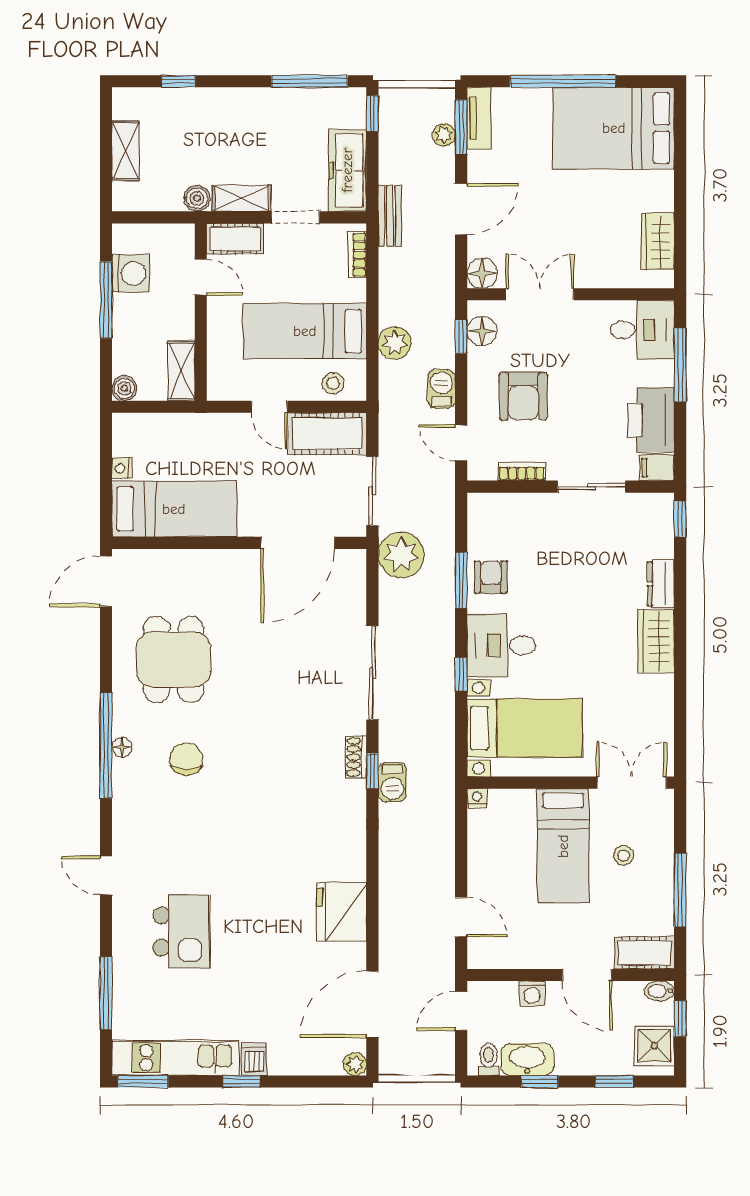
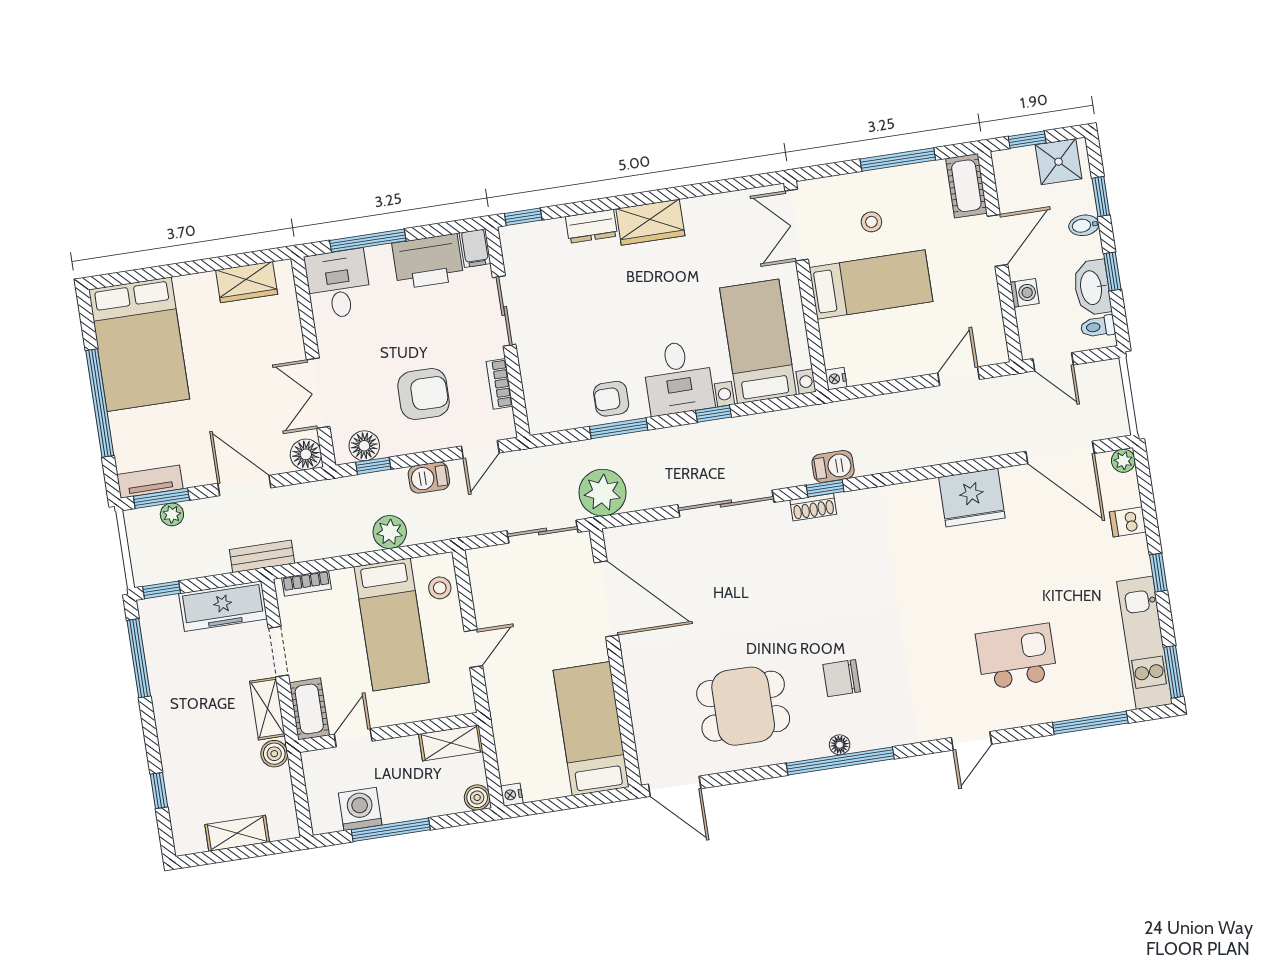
cot: (327, 434) -> (492, 586), removed
nightstand: (122, 468) -> (512, 795), moved, turned 90
bidet: (659, 991) -> (1084, 225), moved, turned 90
dishwasher: (254, 1059) -> (1128, 522), moved

